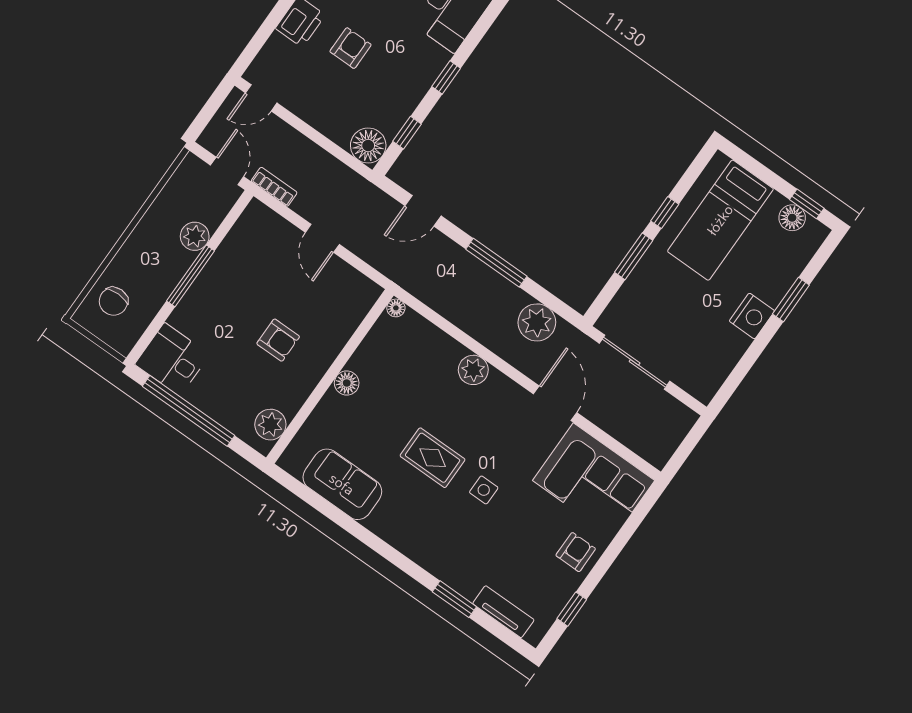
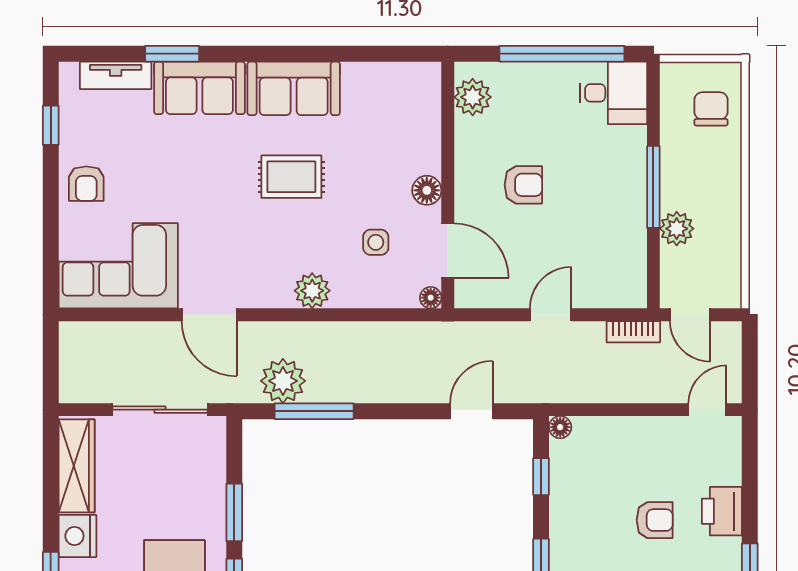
armchair: (351, 48) -> (655, 520), turned -90
floor lamp: (368, 146) -> (560, 427), width x0.53, depth x0.53
door: (322, 238) -> (551, 315), hinge flipped
window: (496, 263) -> (314, 411), moved
door: (362, 332) -> (448, 251), added
armchair: (278, 340) -> (523, 185), turned 180
wardrobe: (719, 364) -> (77, 466), added
sofa: (342, 484) -> (294, 88), moved
side table: (484, 490) -> (376, 242), moved
sofa: (452, 563) -> (199, 88), added

